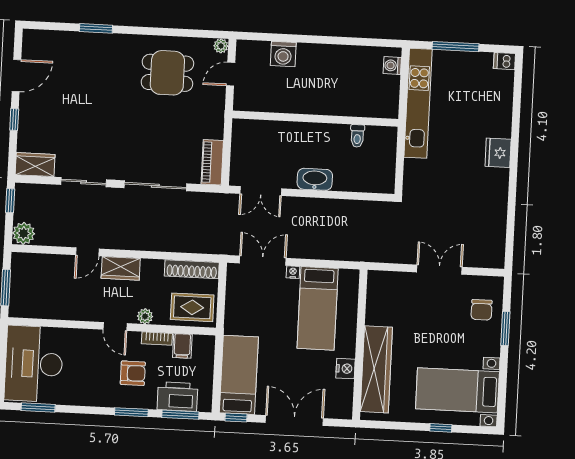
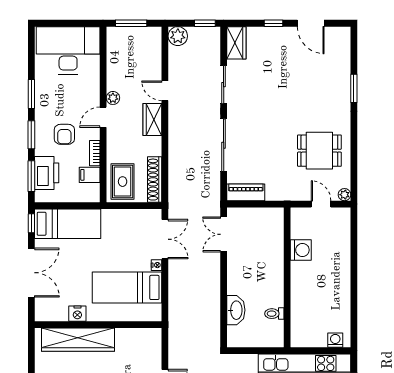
washing machine: (283, 54) -> (301, 250), moved, turned 180
dining table: (167, 73) -> (319, 151), turned 90
washbasin: (315, 179) -> (236, 310), moved
plant: (145, 316) -> (113, 98), moved
window: (38, 407) -> (31, 94), moved

